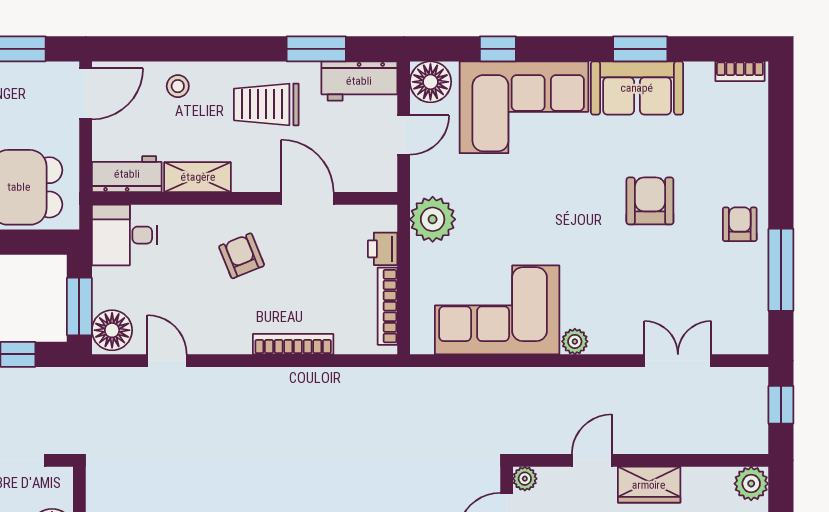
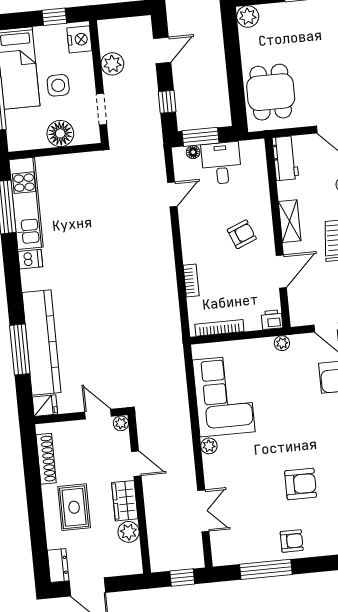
shelving: (198, 177) -> (290, 221), moved
plant: (433, 219) -> (282, 343), width x0.53, depth x0.53
desk: (125, 235) -> (221, 163), moved
printer: (383, 249) -> (272, 320), moved
floor lamp: (112, 330) -> (193, 152), width x0.53, depth x0.53
bookcase: (293, 344) -> (191, 281), width x0.64
plant: (751, 484) -> (129, 532), moved

